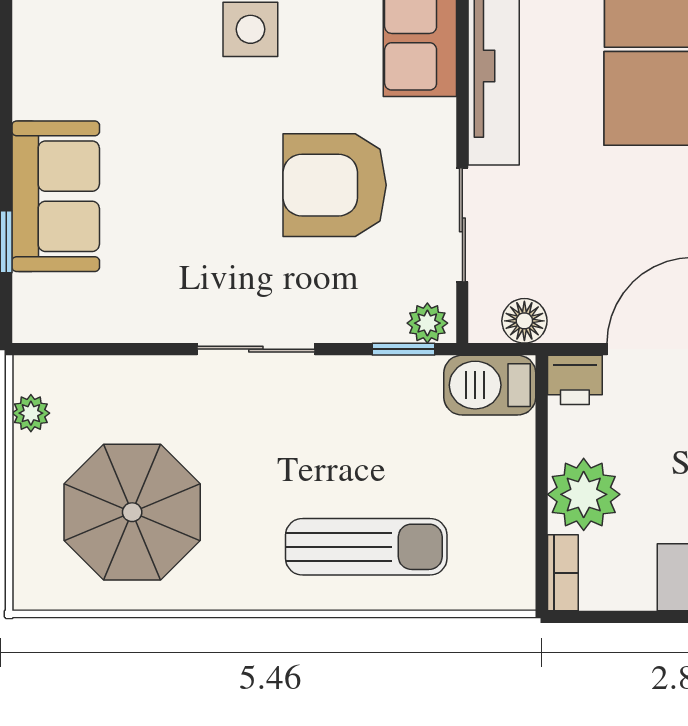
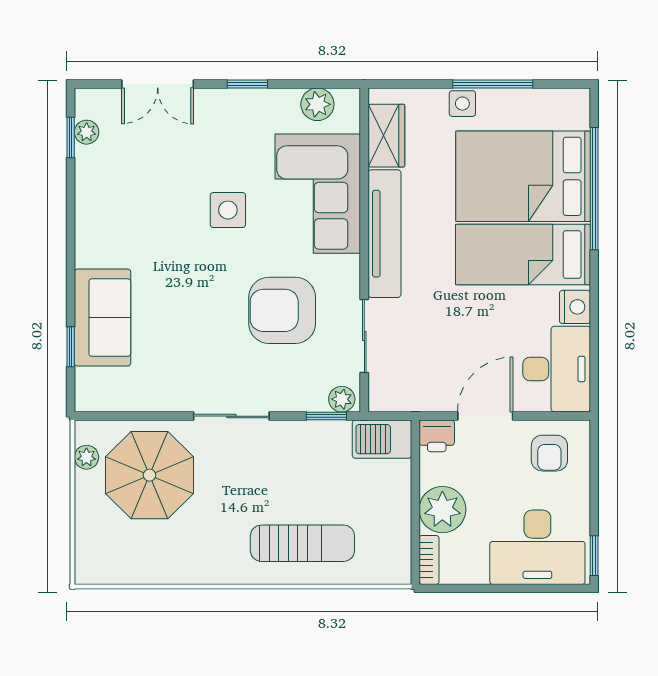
floor lamp: (524, 321) -> (404, 398), removed
parasol: (132, 512) -> (149, 475), moved

